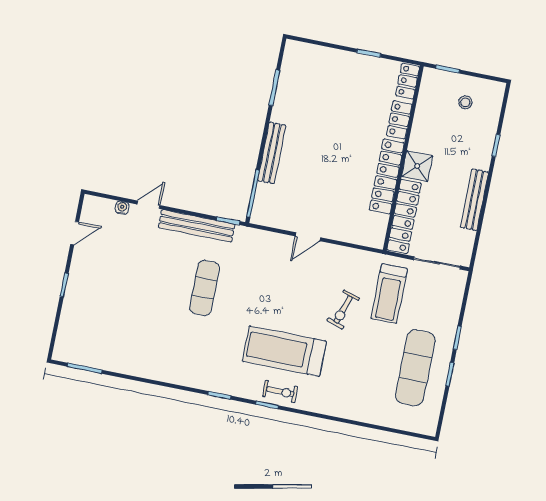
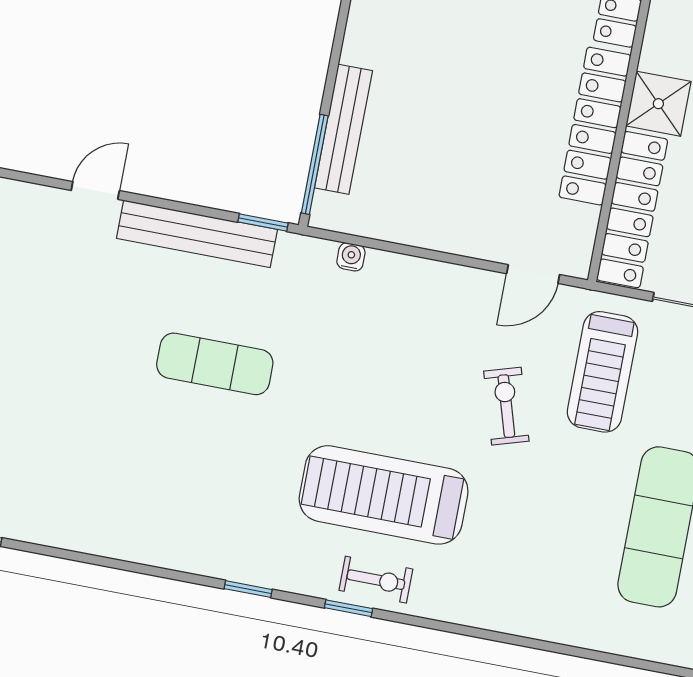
bench: (272, 153) -> (343, 129), moved
water cooler: (122, 208) -> (351, 257), moved
door: (308, 237) -> (533, 274), moved
exercise mat: (205, 288) -> (215, 364), turned 90
exercise bike: (343, 309) -> (506, 406), turned 145

